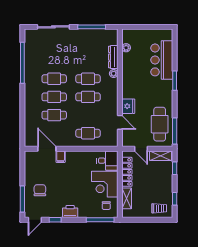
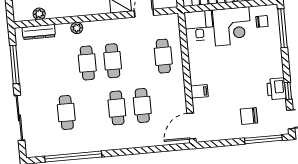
dresser: (113, 57) -> (39, 32), moved
cafe table: (54, 79) -> (66, 112), moved
door: (47, 149) -> (191, 126), moved
printer: (70, 211) -> (276, 89), moved

